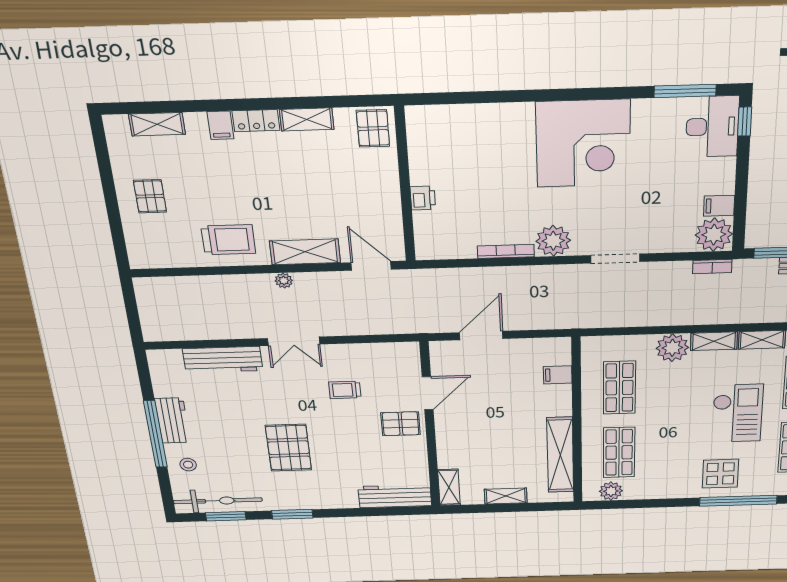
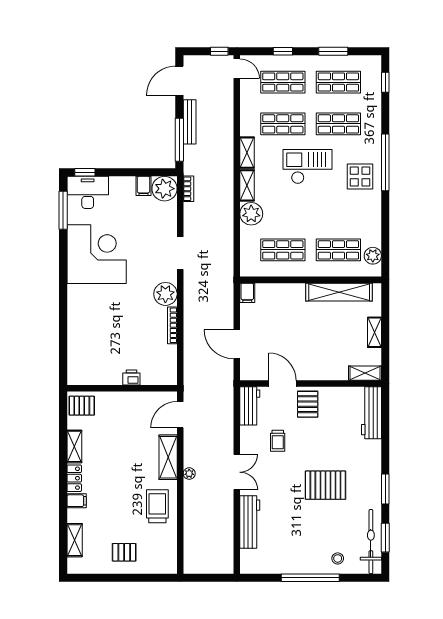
corner desk: (583, 144) -> (97, 254), moved
filing cabinet: (558, 375) -> (247, 293), moved
workbench: (173, 421) -> (250, 406), moved, turned 90

